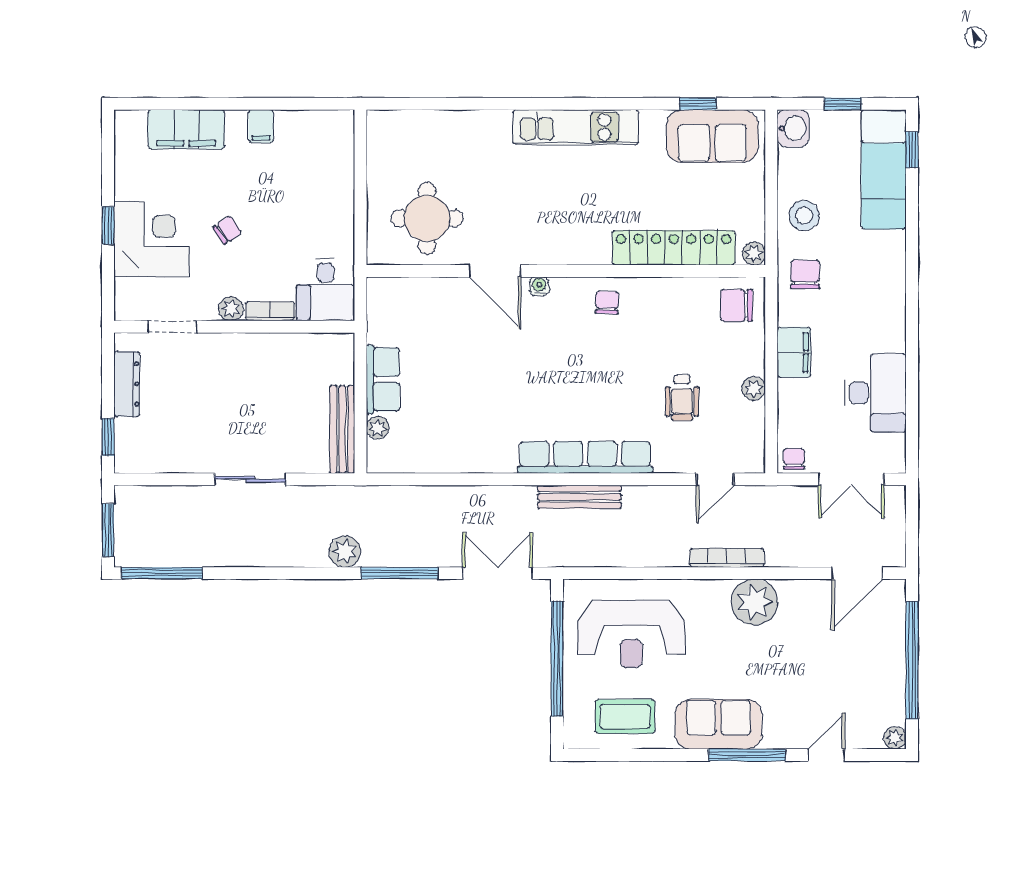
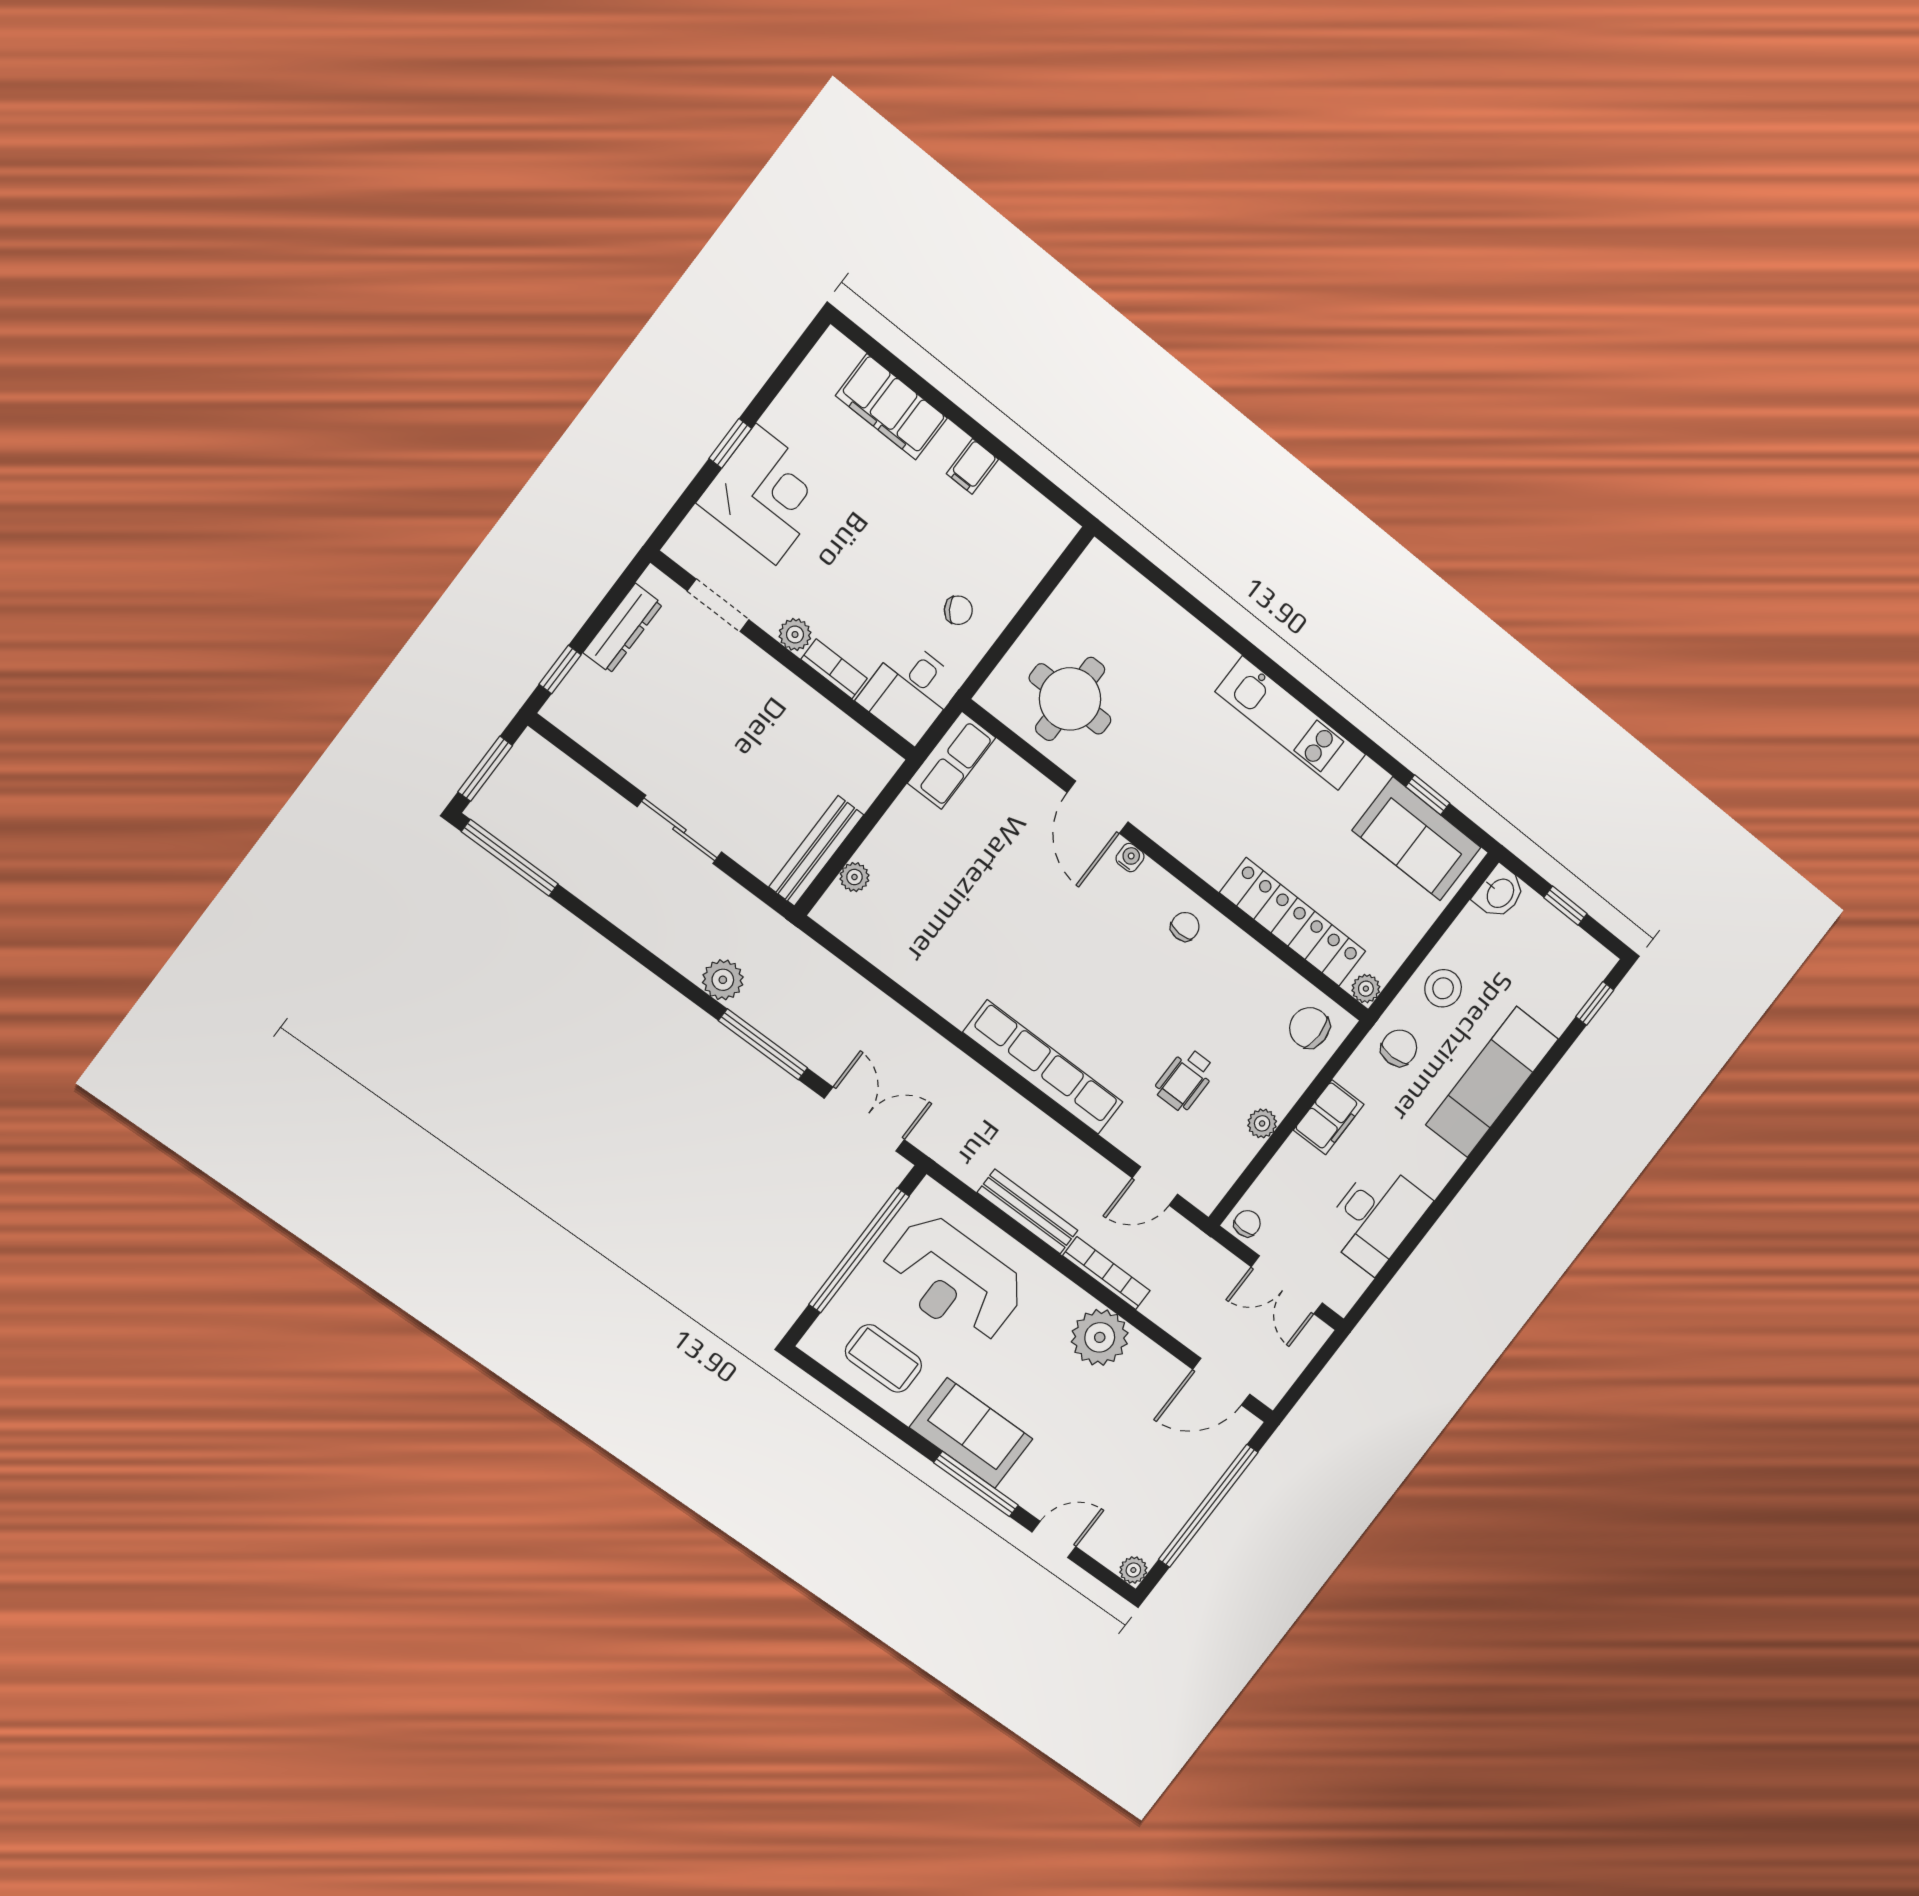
exam couch: (884, 169) -> (1492, 1082), moved
chair: (227, 230) -> (958, 610), moved
row of seats: (383, 379) -> (952, 760), moved
bench: (579, 497) -> (1028, 1212), moved

